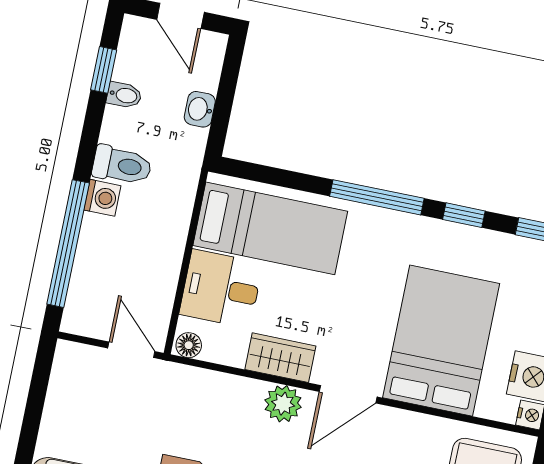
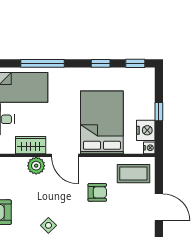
window: (377, 197) -> (43, 63), moved
door: (348, 394) -> (65, 155), hinge flipped

